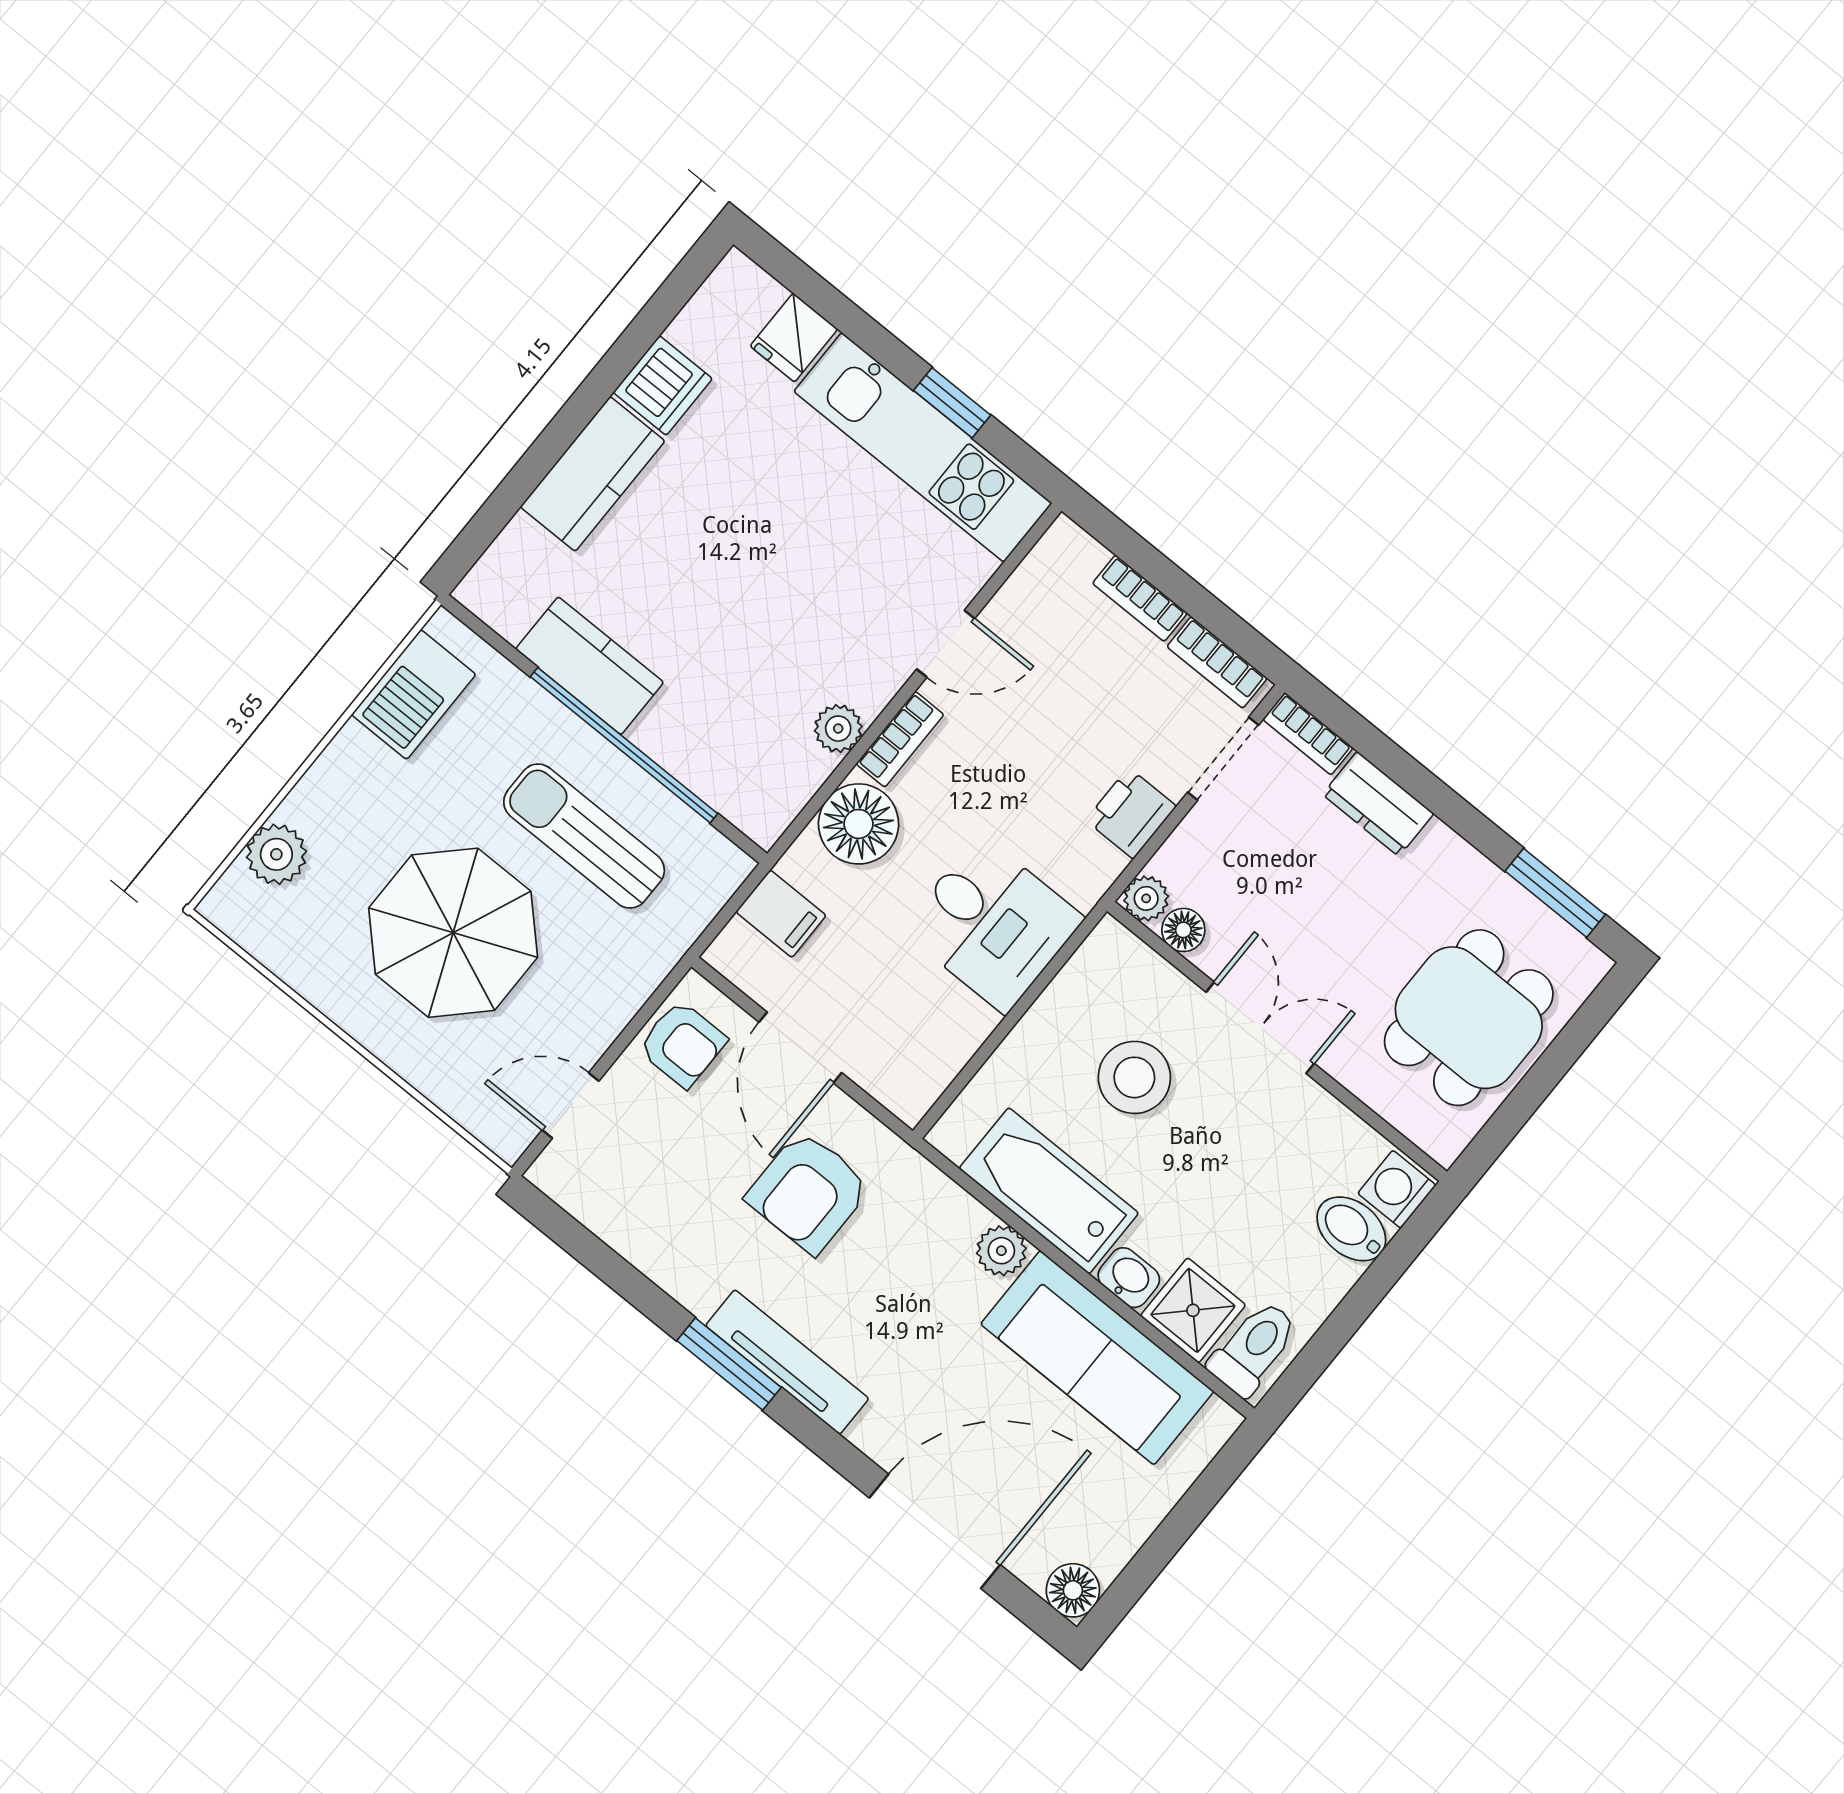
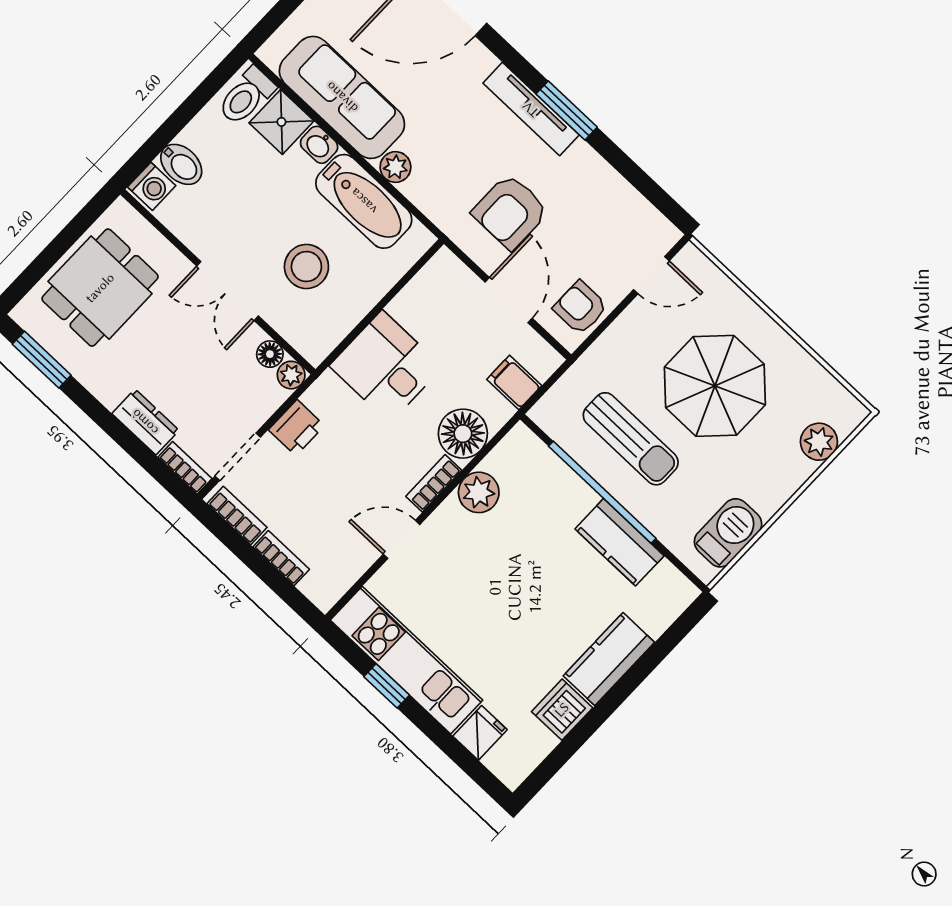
plant: (838, 729) -> (479, 492), width x1.38, depth x1.38
armchair: (808, 1192) -> (510, 212), turned 180

